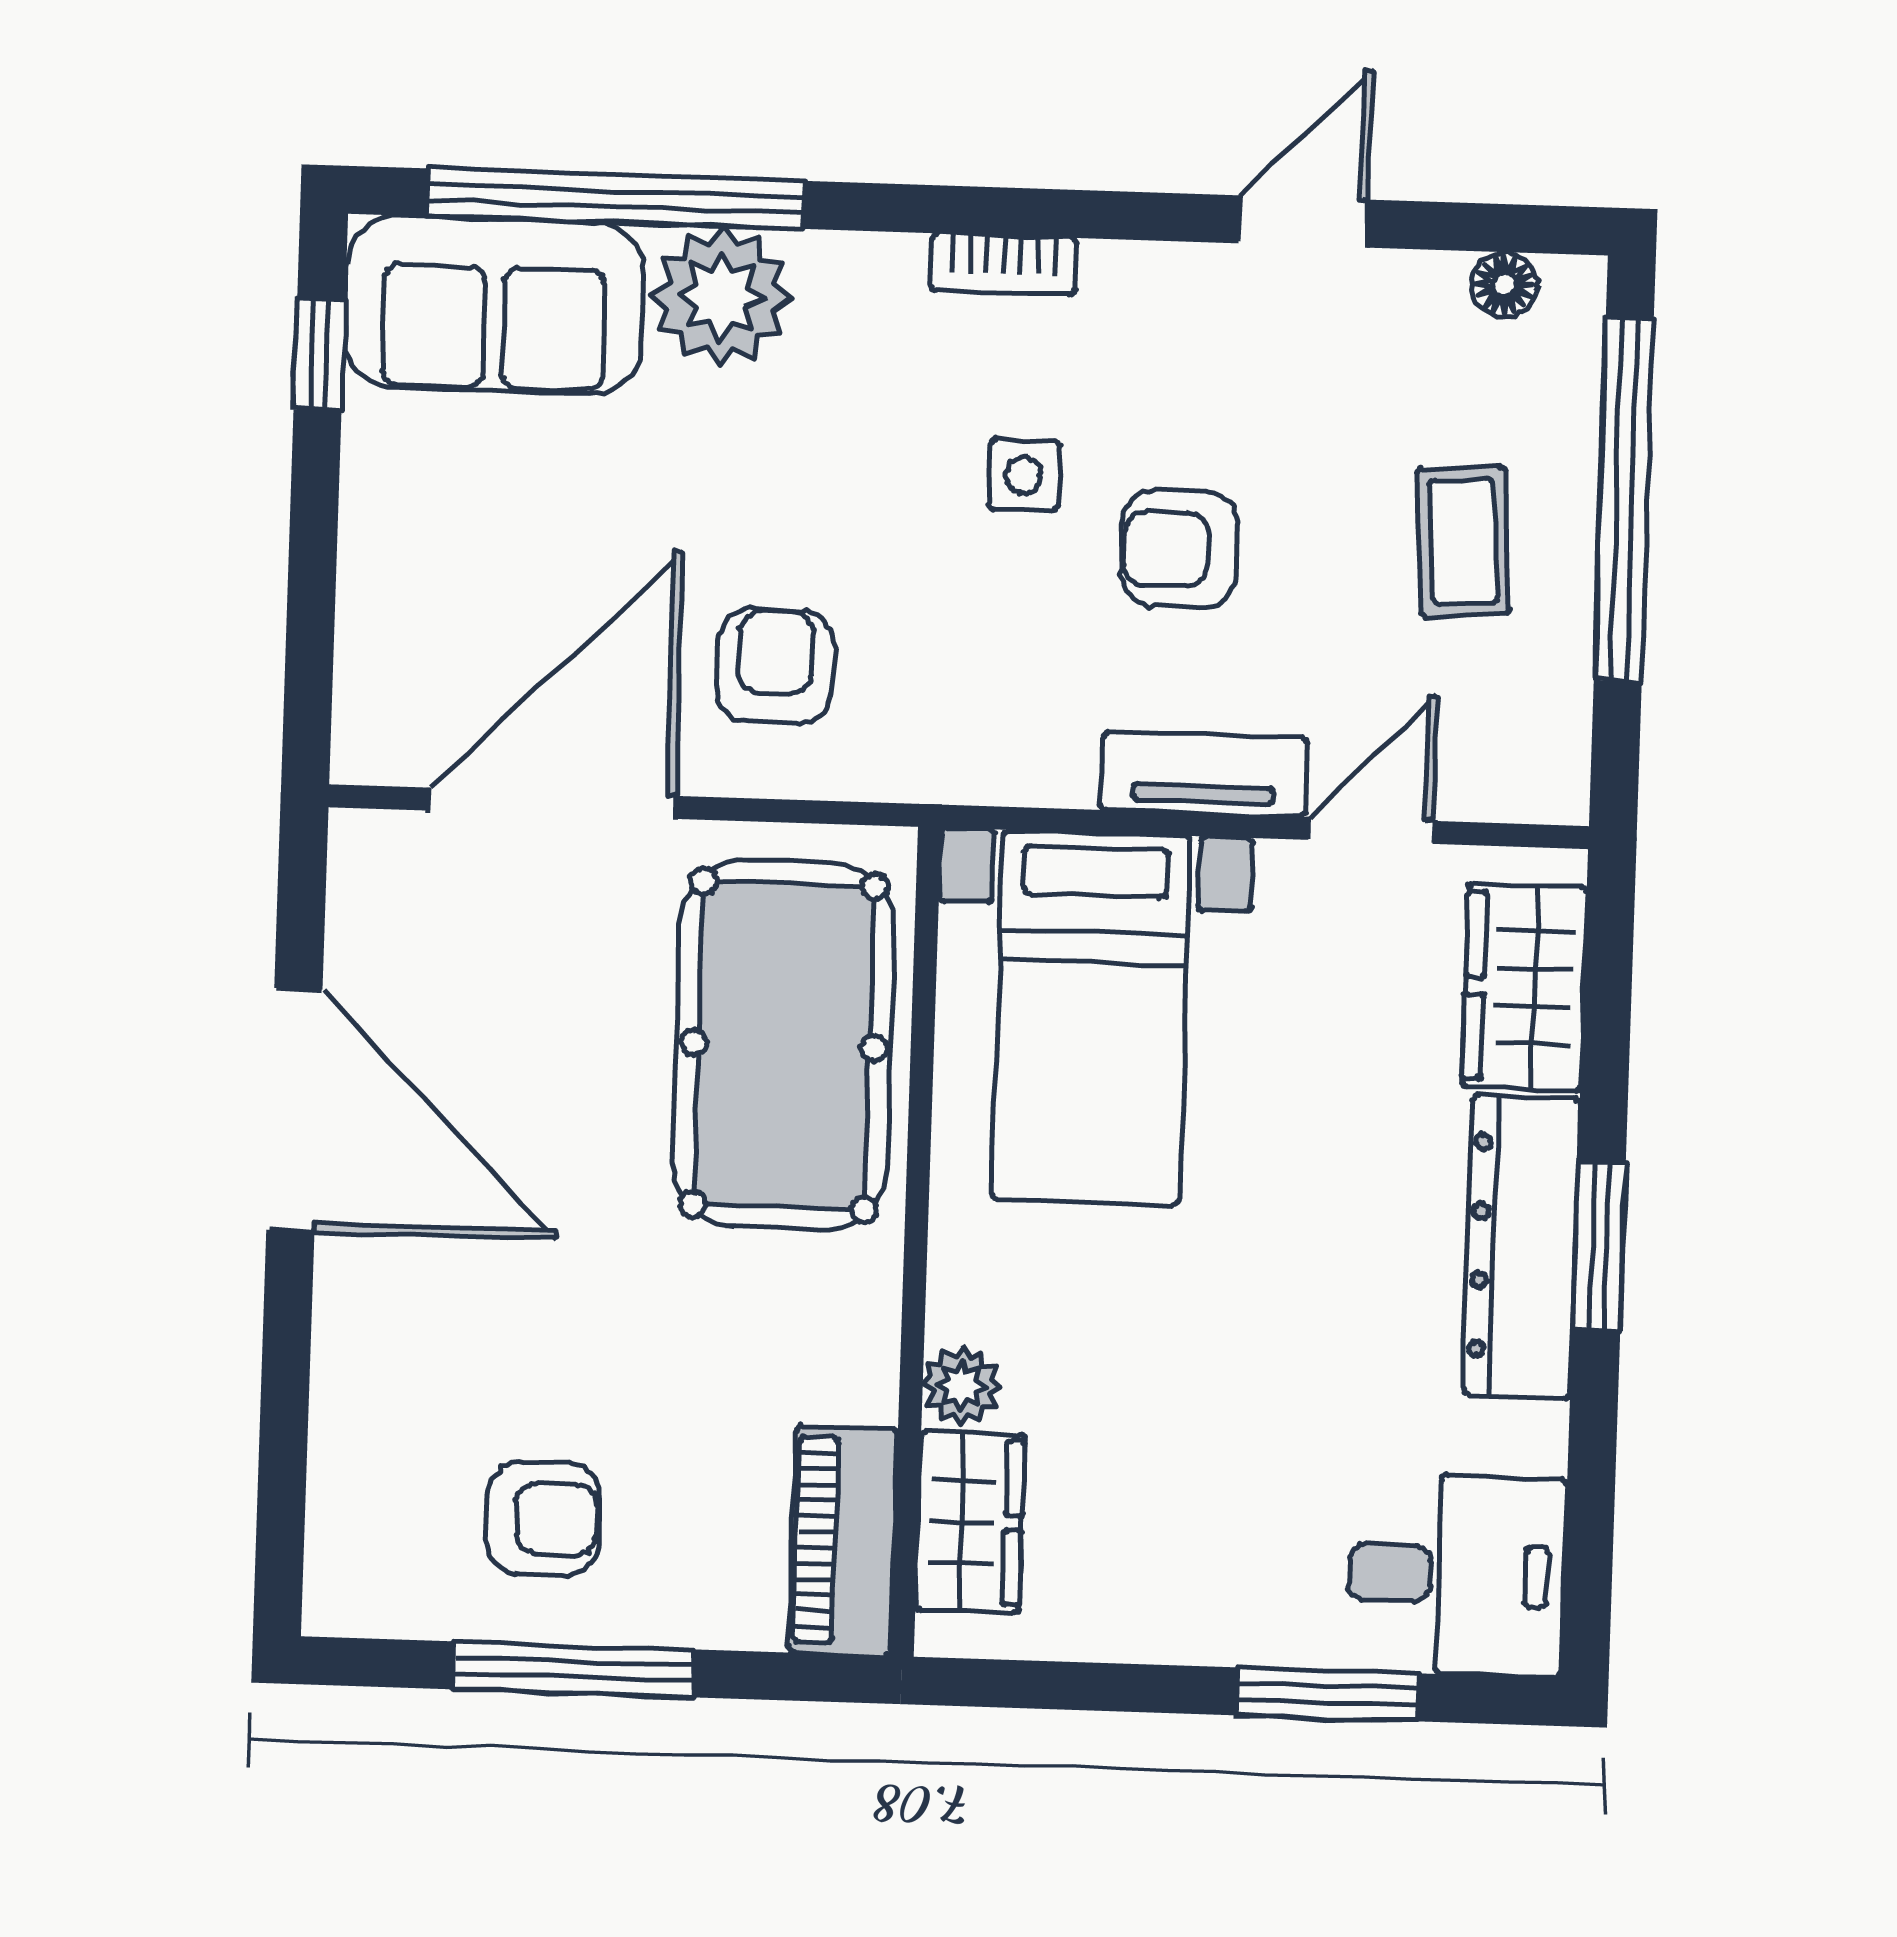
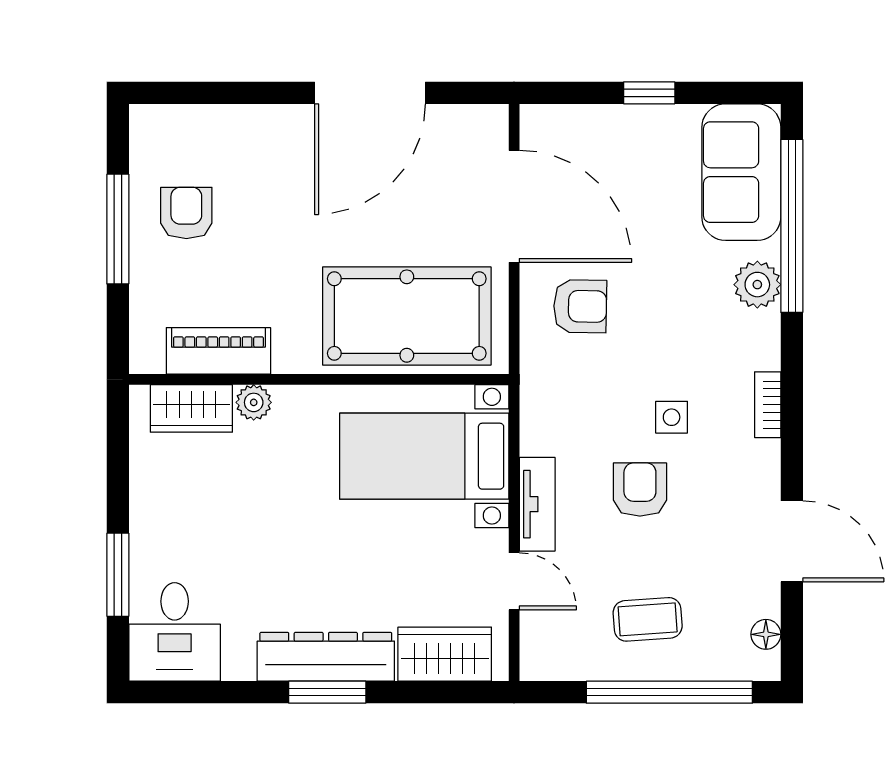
door: (1303, 221) -> (792, 541), width x1.38
plant: (721, 296) -> (757, 285), width x0.73, depth x0.73
window: (319, 354) -> (649, 93), moved
armchair: (543, 1519) -> (186, 213), turned 180
piano: (844, 1541) -> (218, 351), moved

